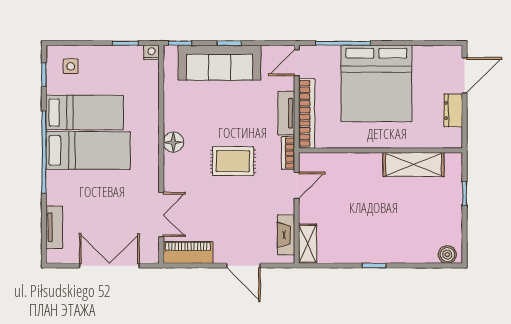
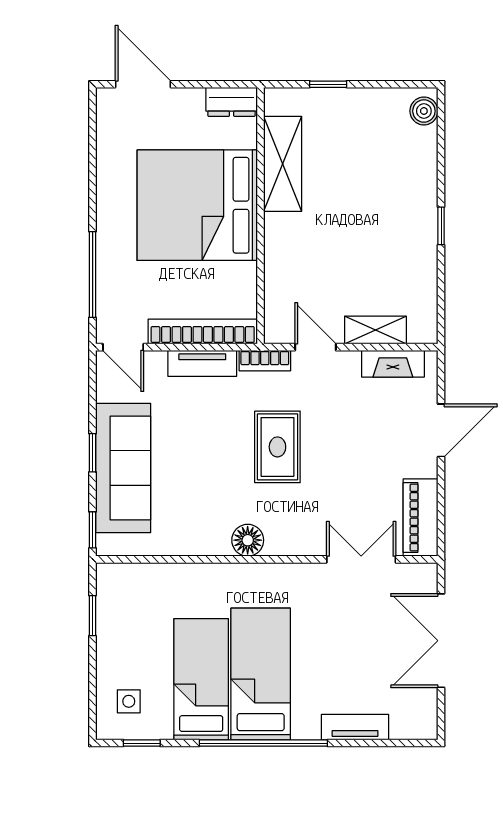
nightstand: (151, 52) -> (107, 575), removed
bed: (376, 83) -> (197, 205), moved, turned 180
dresser: (453, 110) -> (232, 102), moved
tv unit: (54, 227) -> (355, 727), moved
shelving: (308, 244) -> (375, 330), moved

